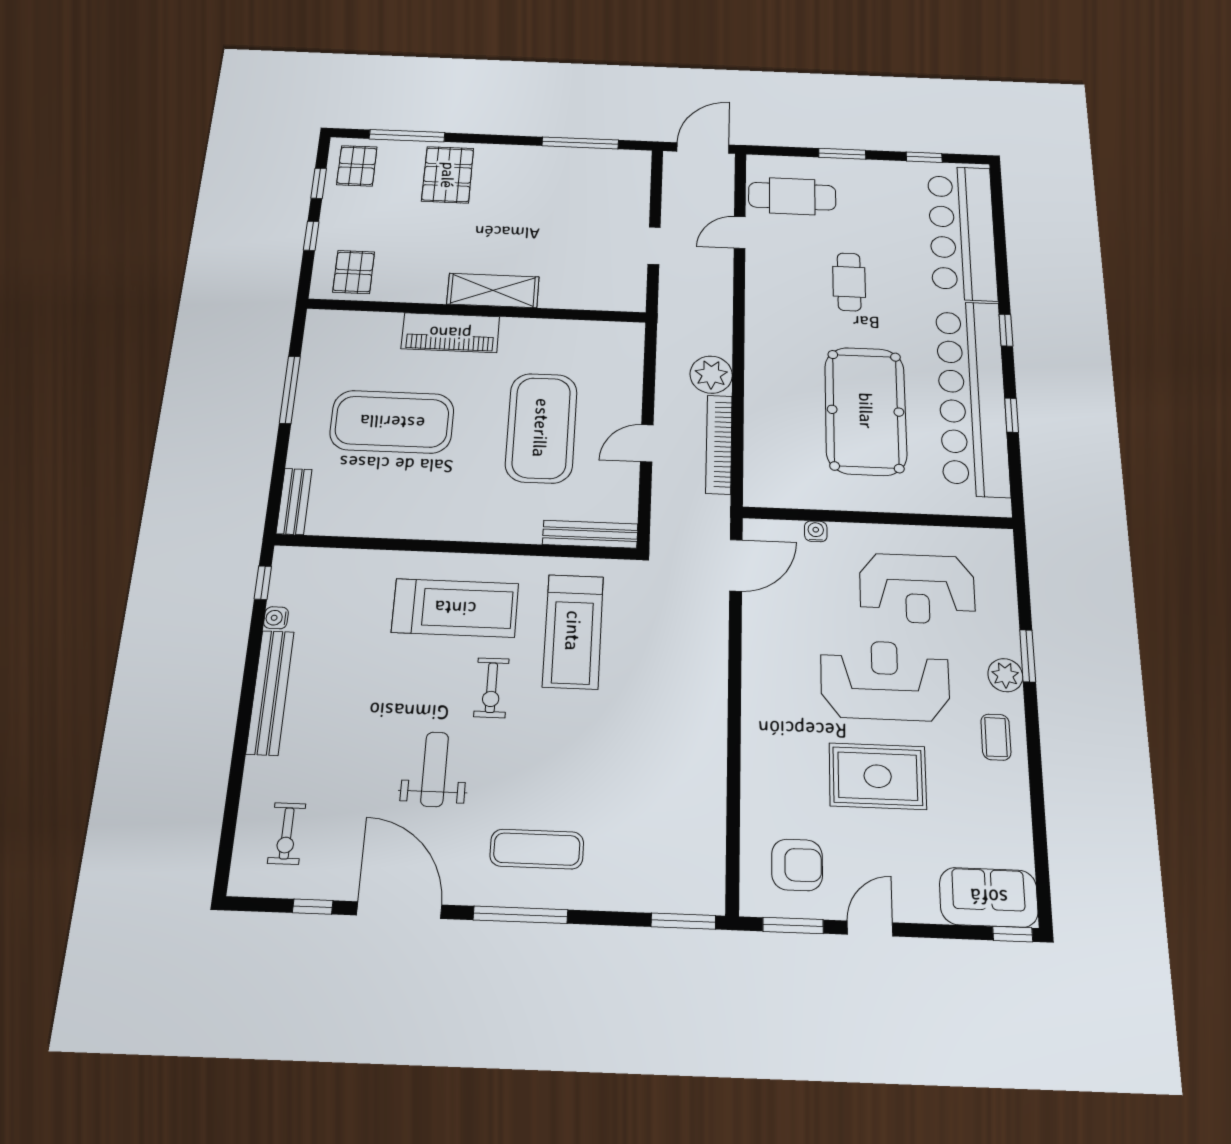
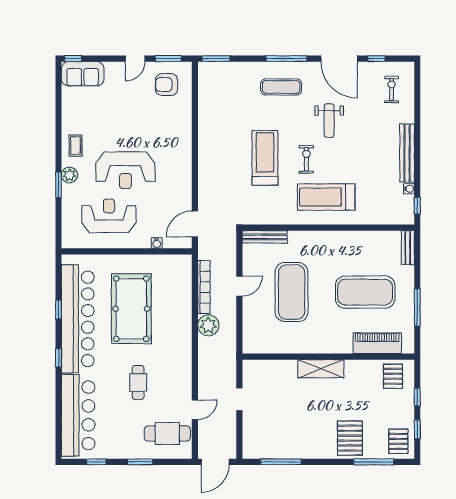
piano: (450, 333) -> (377, 343), moved
treadmill: (573, 631) -> (265, 158), moved
rug: (878, 776) -> (130, 125), removed

